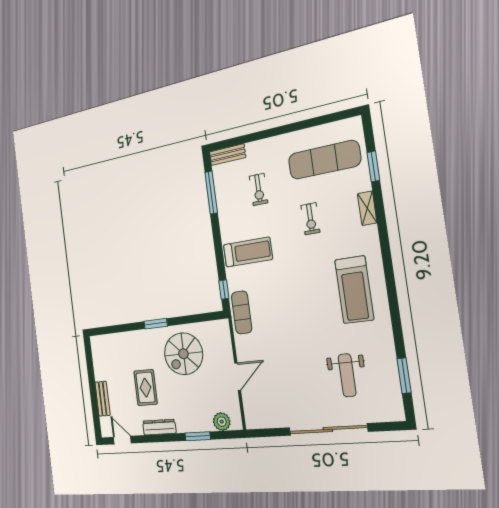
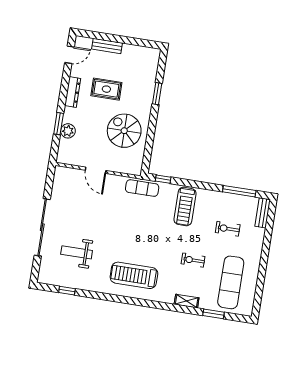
window: (156, 324) -> (157, 94), moved
window: (404, 376) -> (67, 291), width x0.67
plant: (222, 422) -> (68, 131), moved

